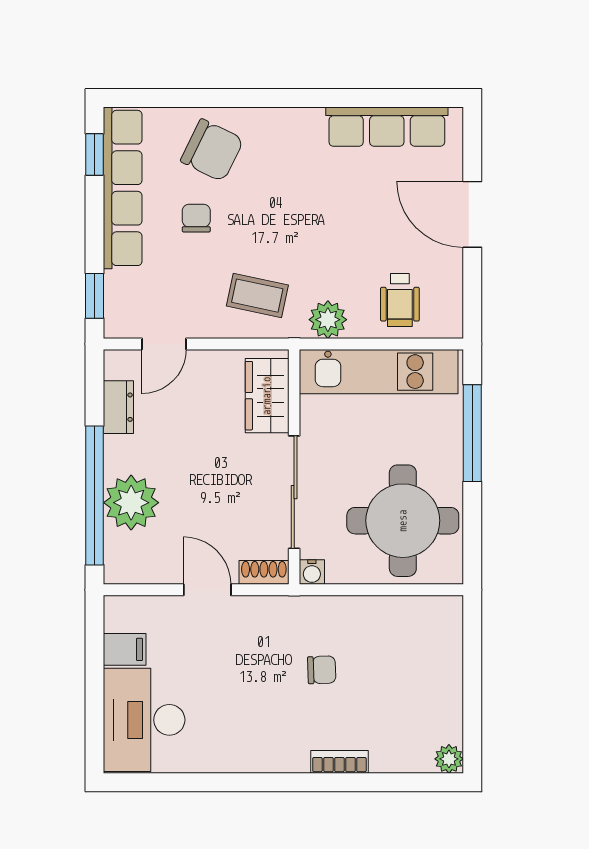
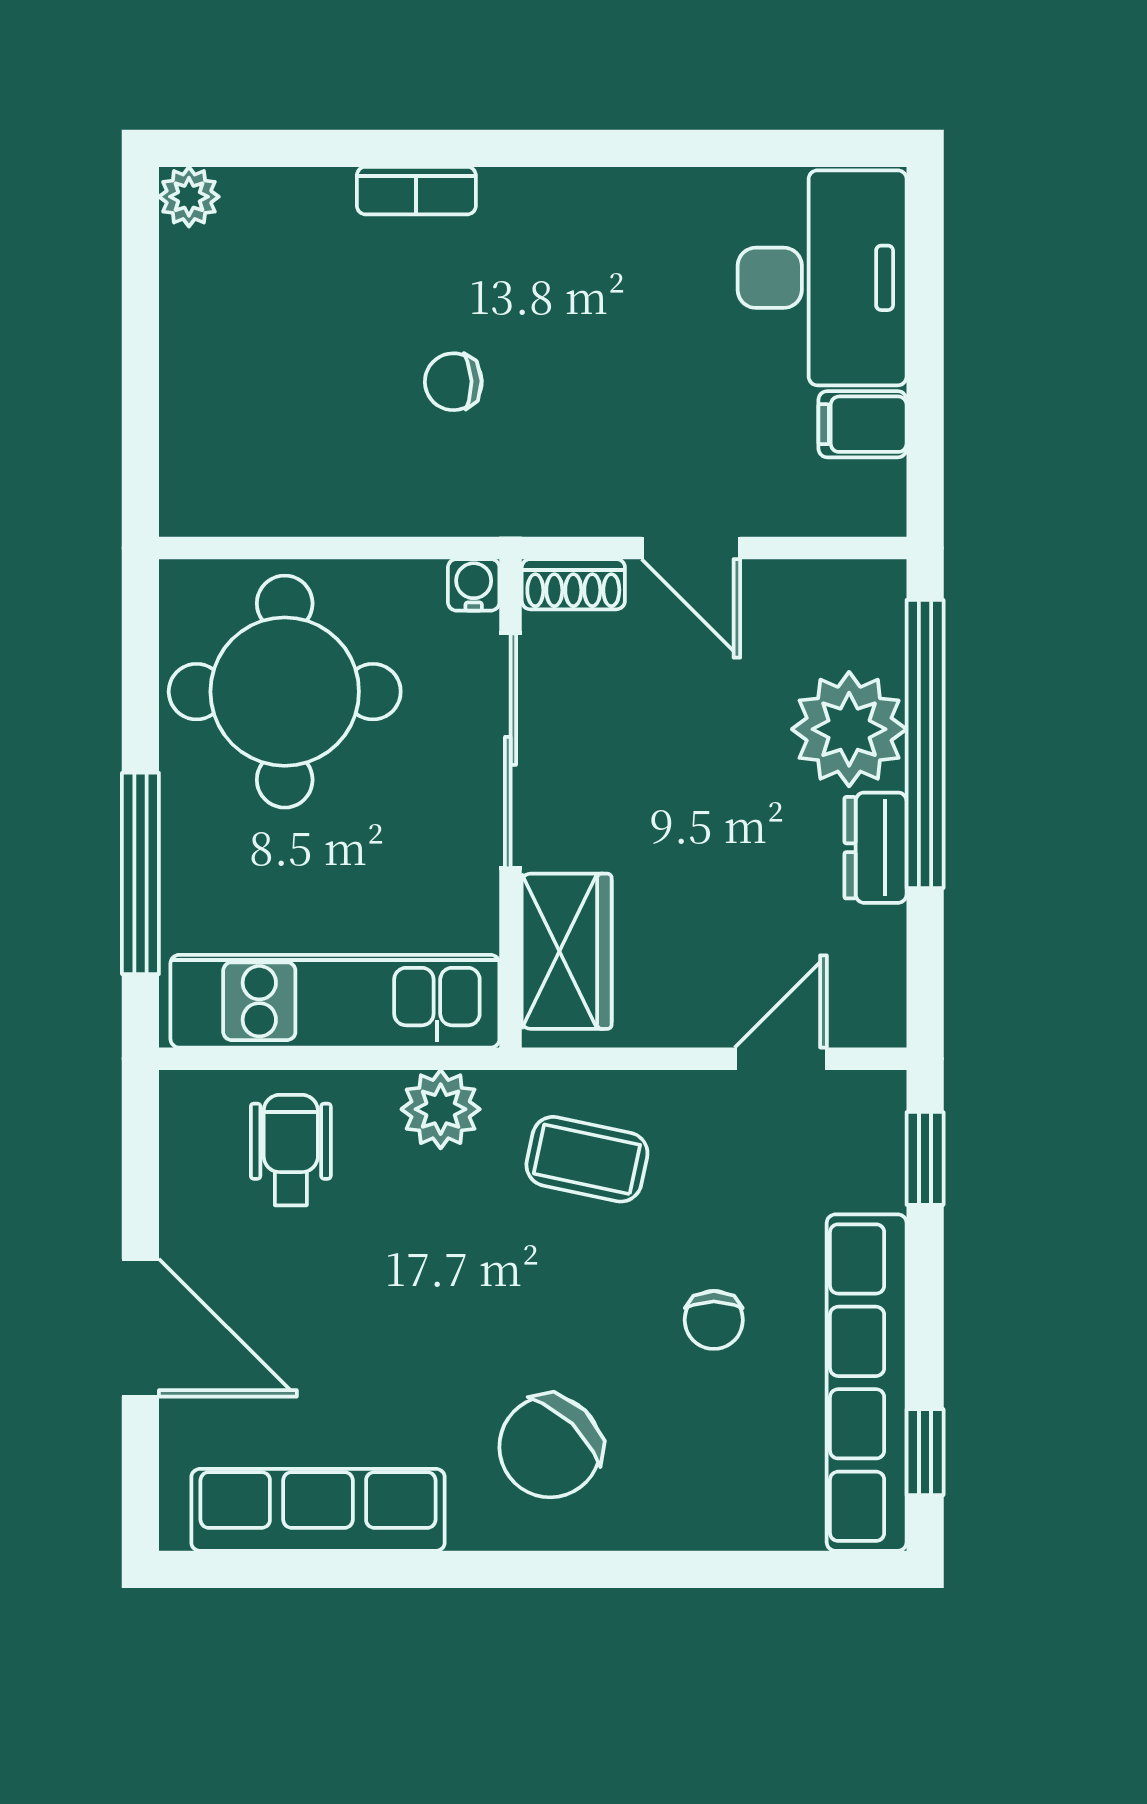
chair: (212, 150) -> (550, 1447), moved, turned -72
dresser: (118, 407) -> (875, 848), moved

